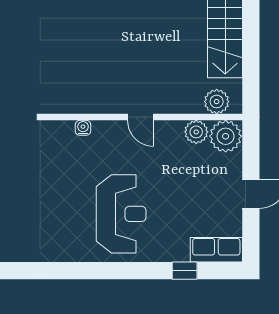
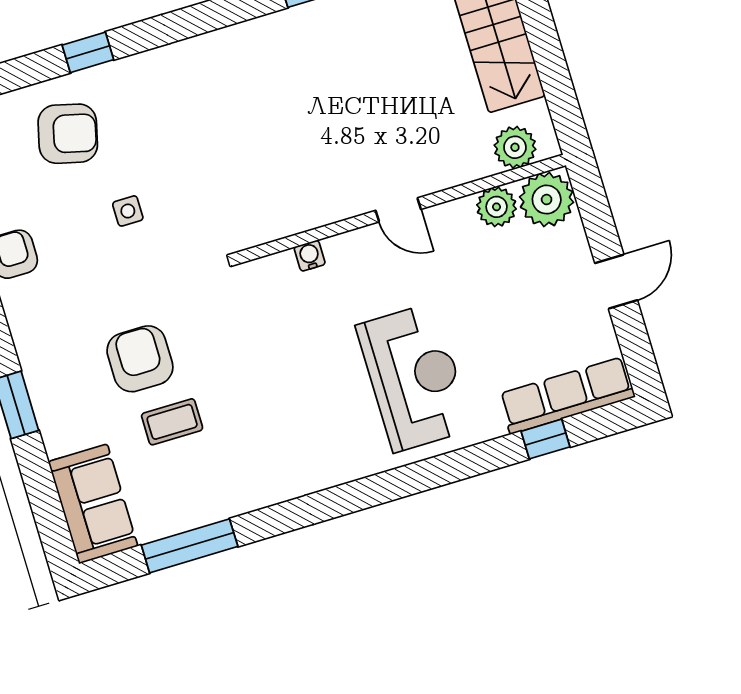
row of seats: (216, 250) -> (567, 395), width x1.48

